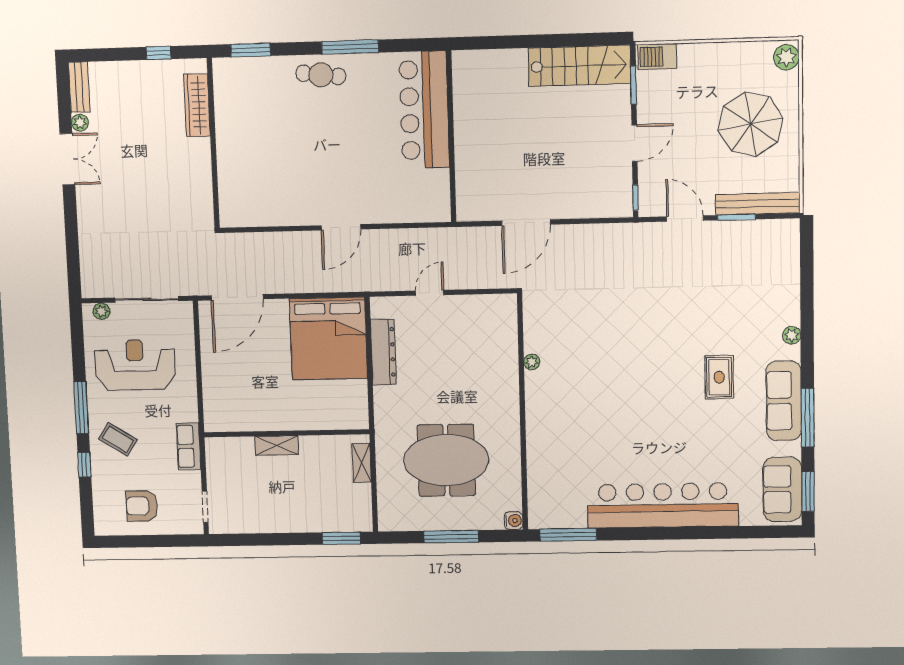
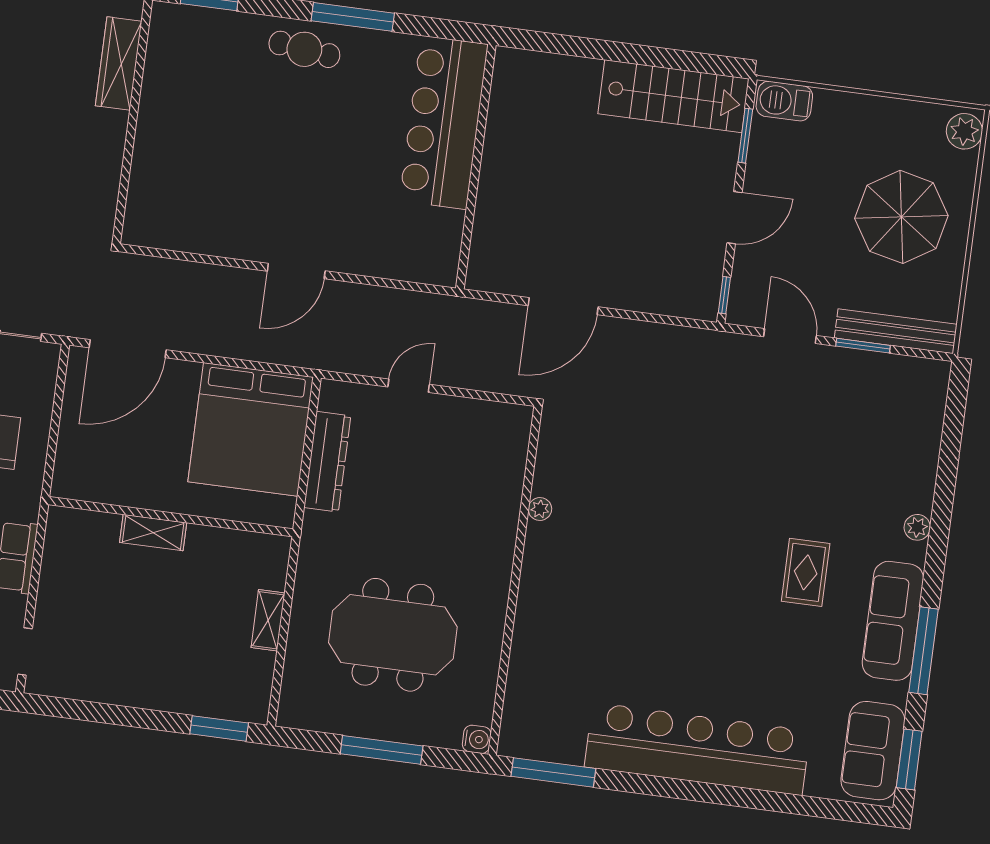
wall: (287, 433) -> (171, 517), moved
shelving: (277, 445) -> (153, 533), moved

